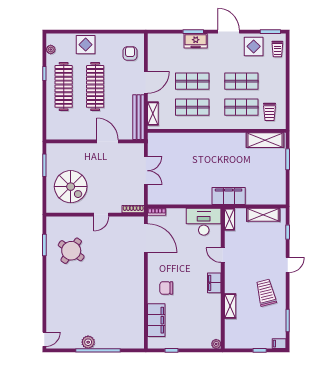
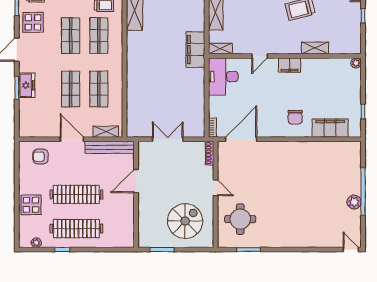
round table: (71, 251) -> (240, 219), moved, turned -35

